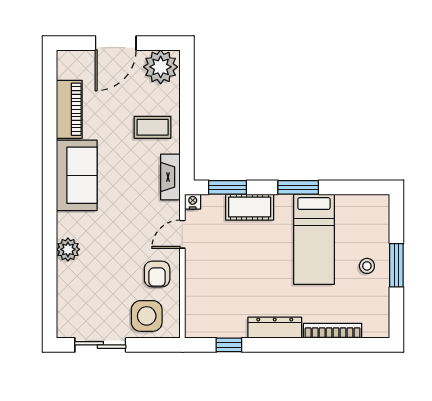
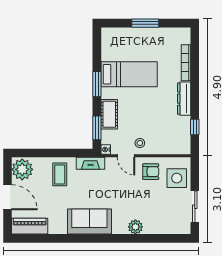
piano: (69, 109) -> (30, 226), moved
stool: (367, 266) -> (140, 143), moved

